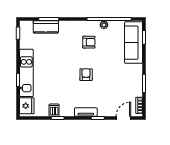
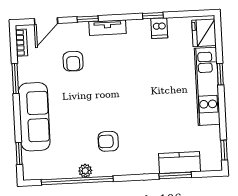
sofa: (134, 43) -> (34, 117), moved
armchair: (86, 75) -> (73, 61), moved

